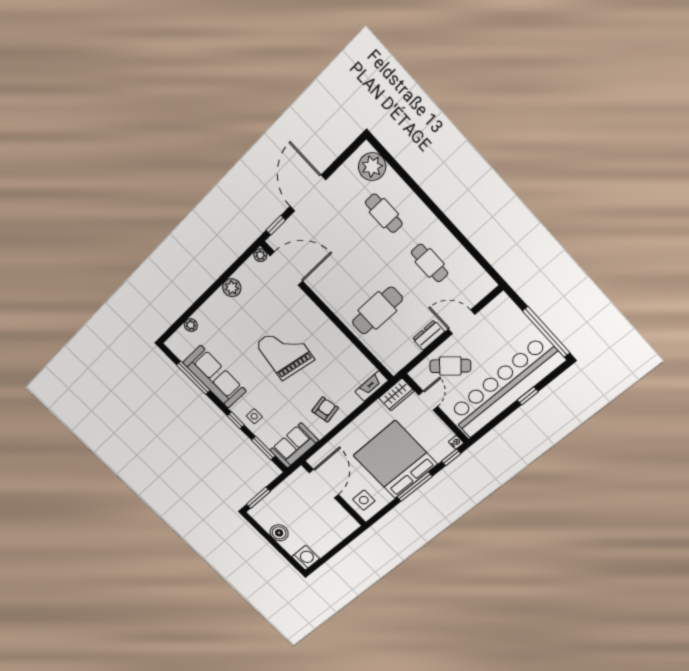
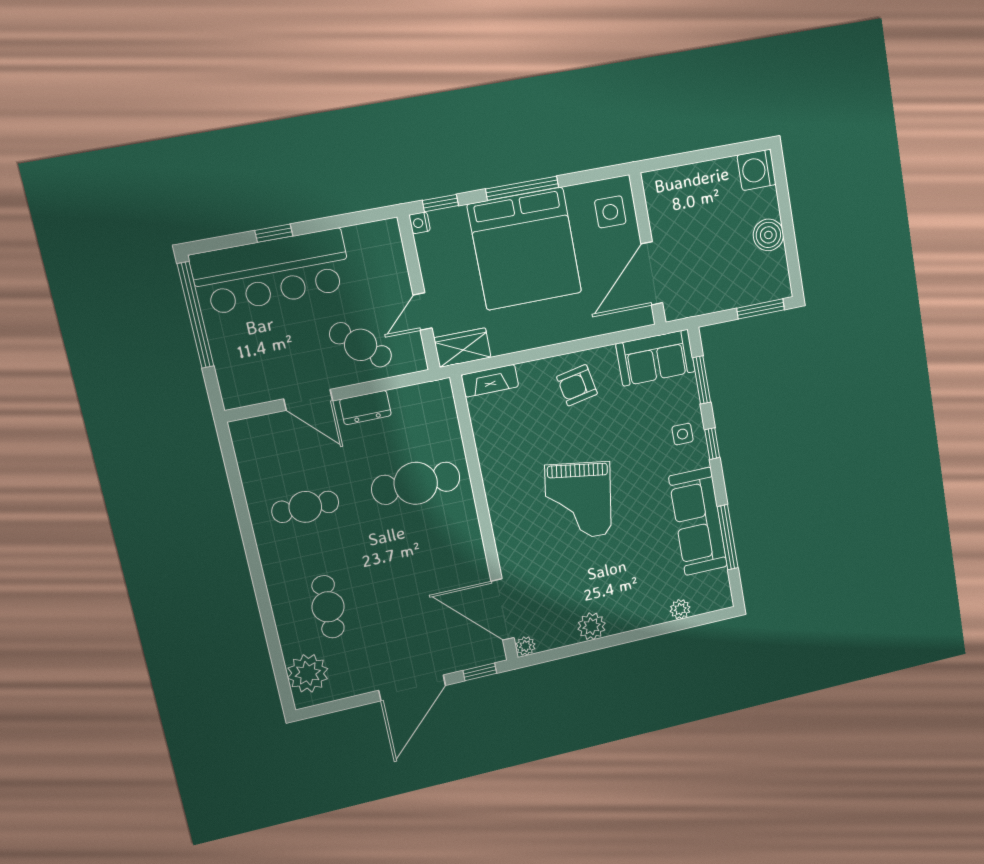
cafe table: (430, 263) -> (305, 507), turned 90
bar counter: (505, 387) -> (271, 272), width x0.73

